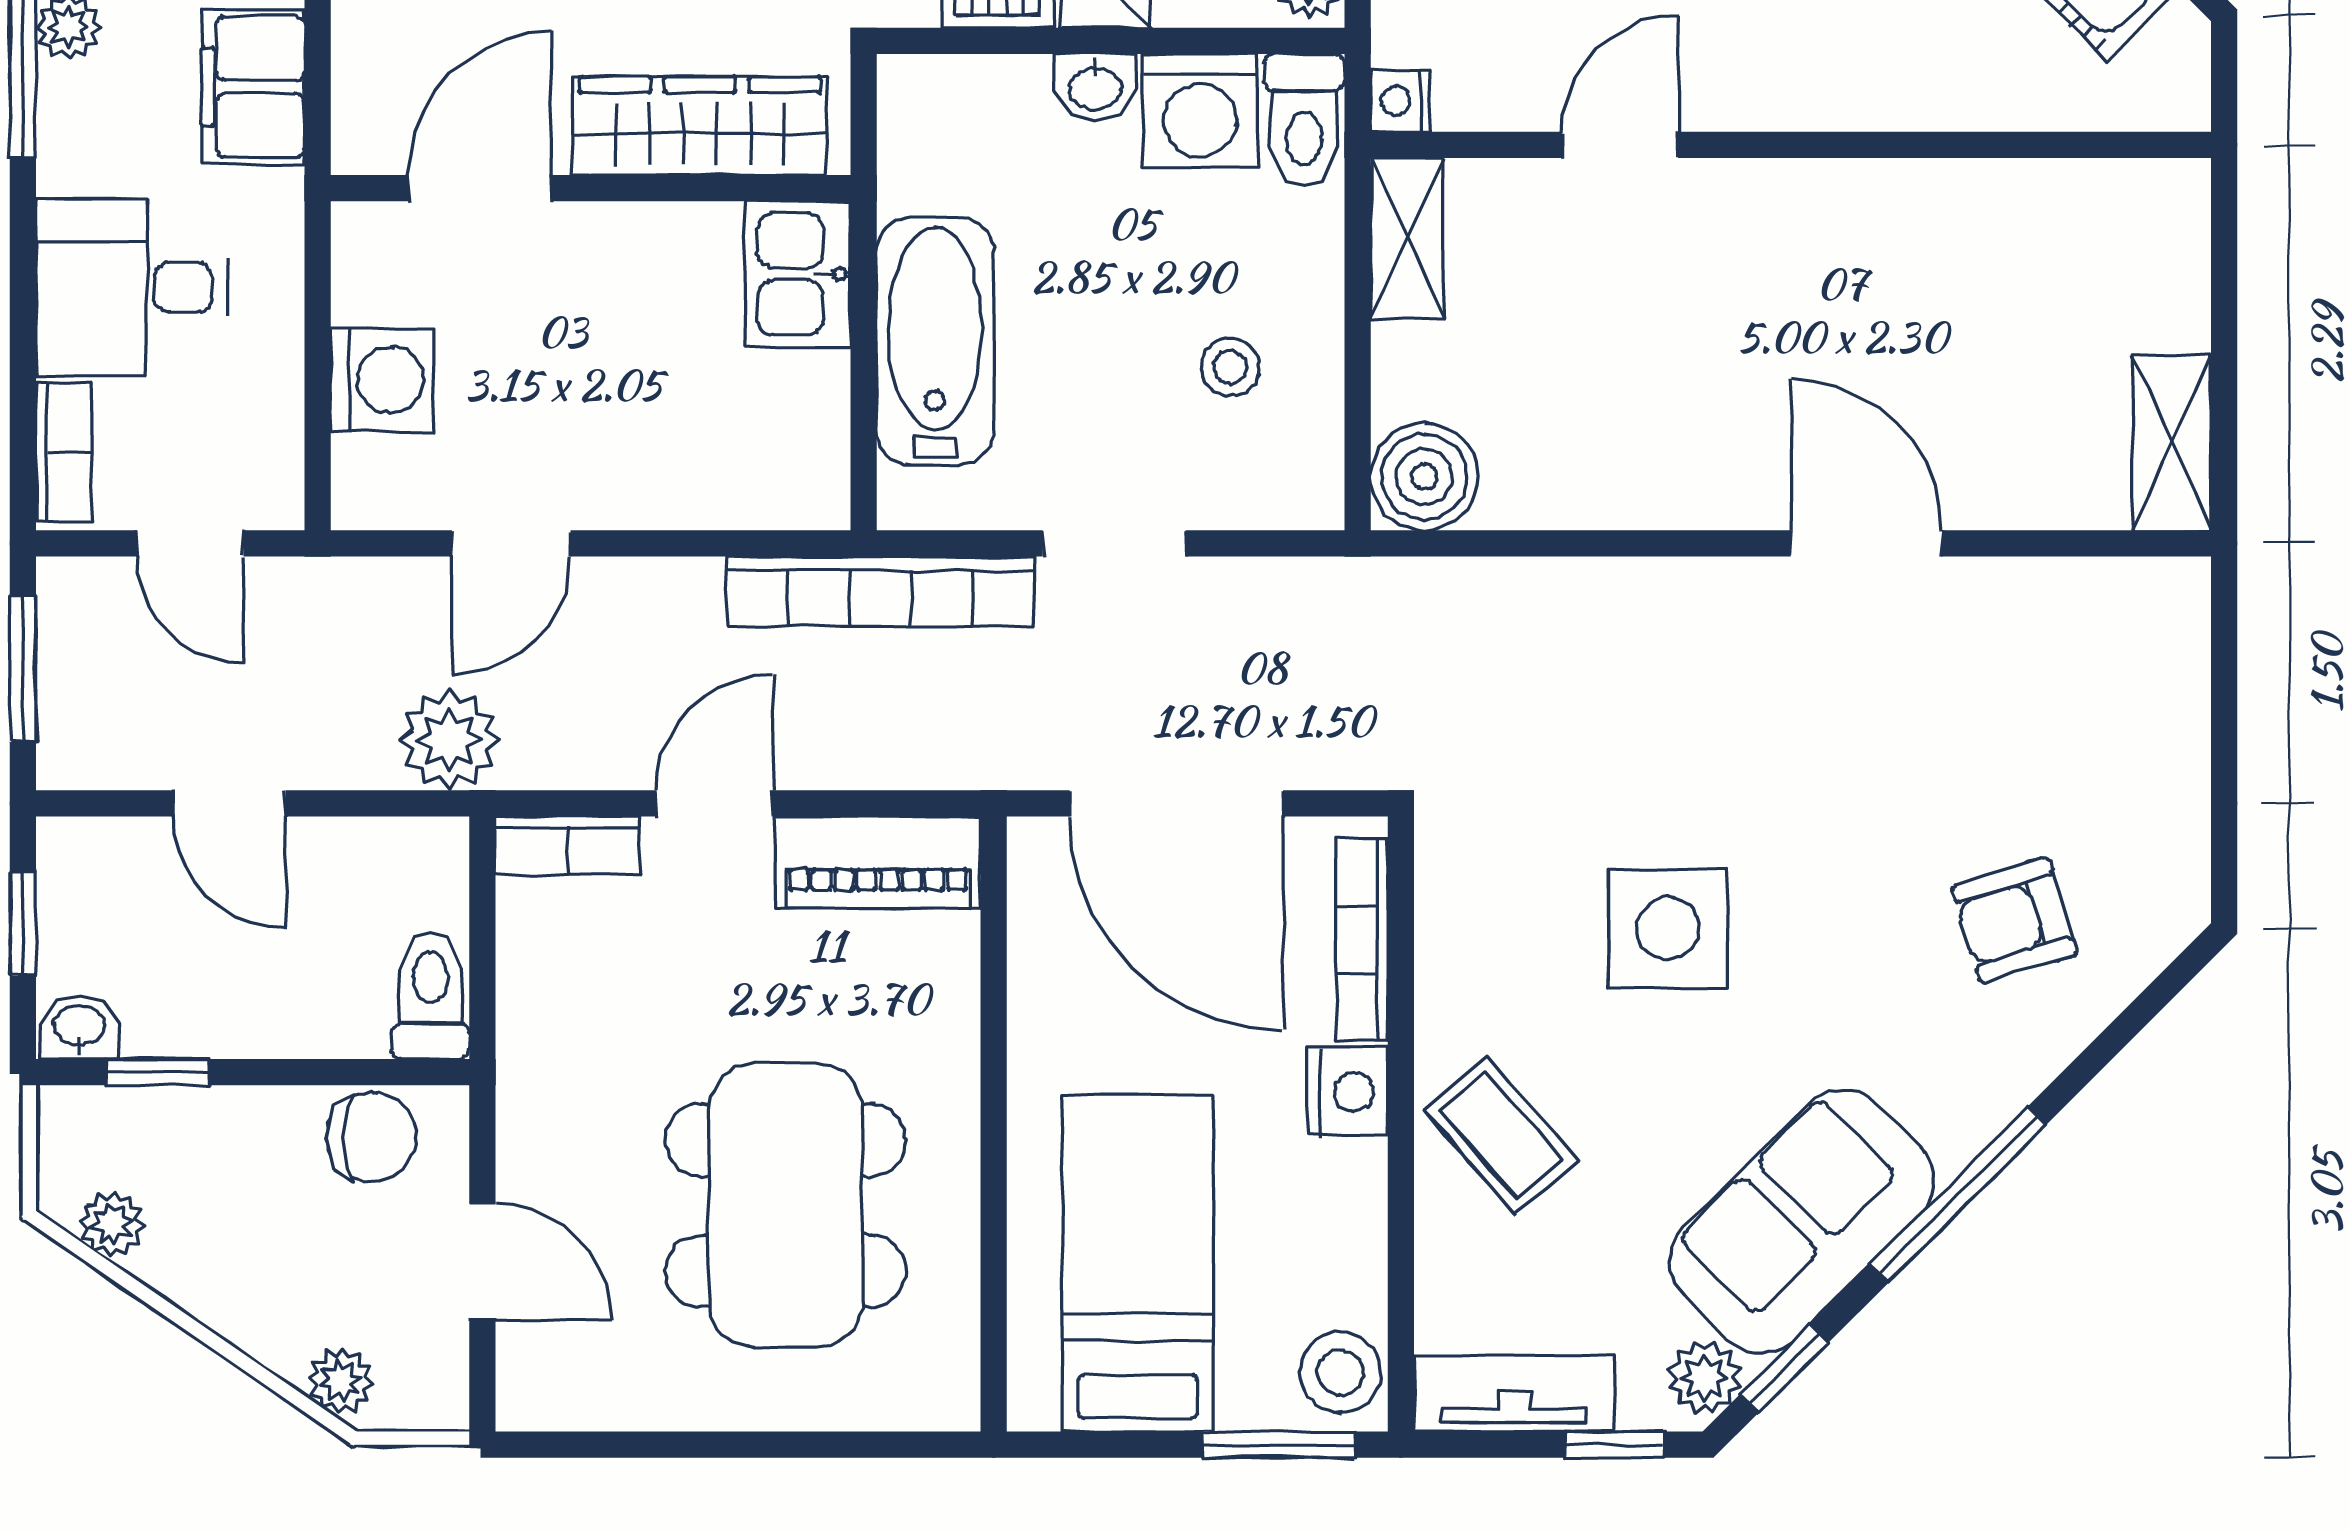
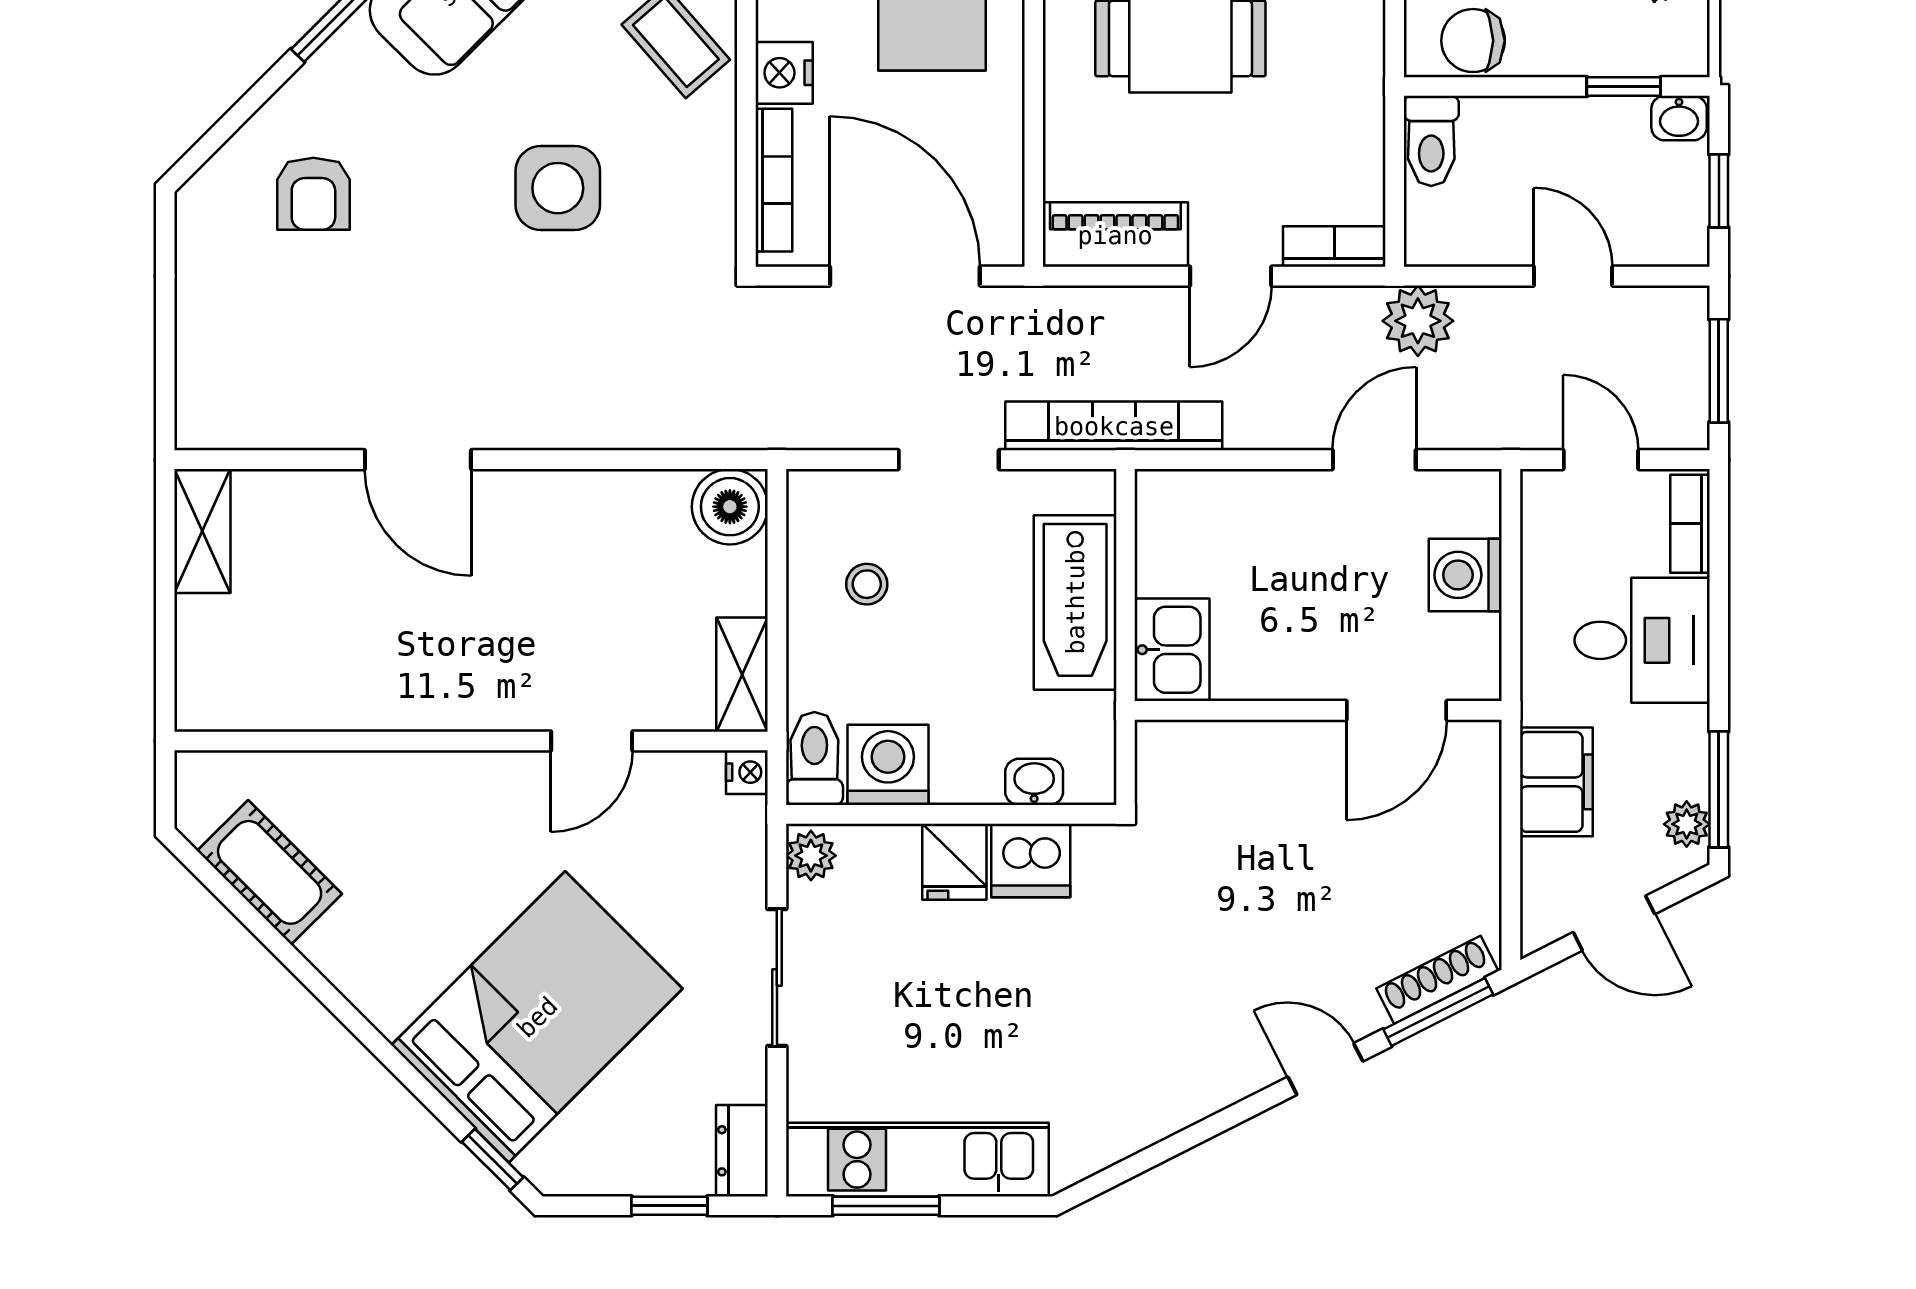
washbasin: (1095, 87) -> (1034, 782), moved
wardrobe: (700, 126) -> (1241, 754), removed
armchair: (2014, 920) -> (313, 194), turned 107

